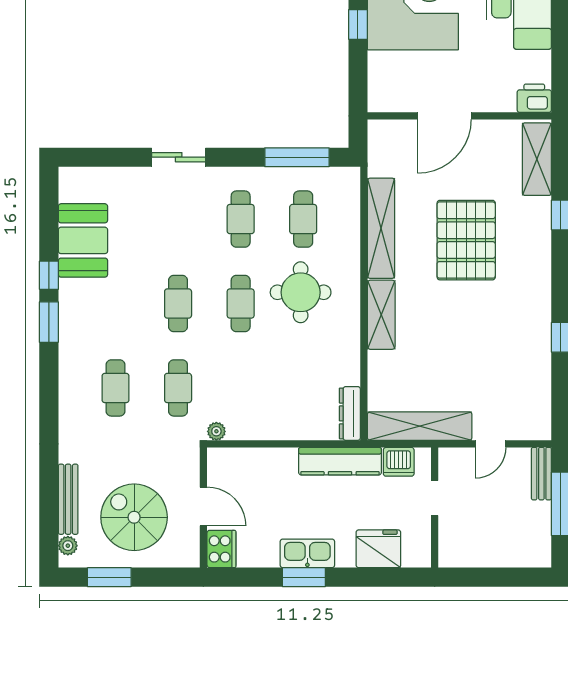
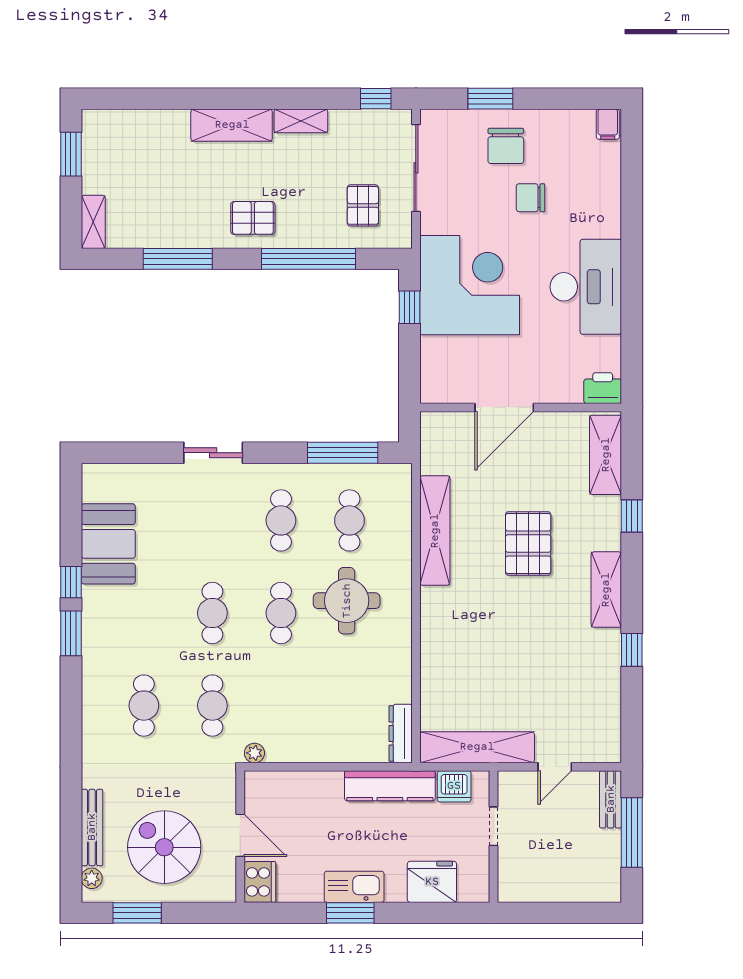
pallet: (466, 240) -> (528, 544), width x0.73, depth x0.71
shelving: (381, 315) -> (606, 590), moved

